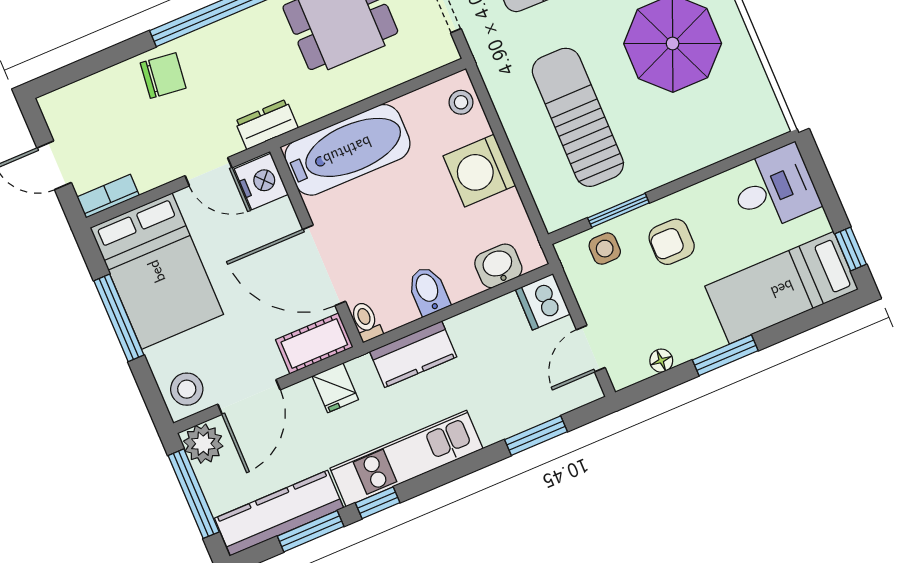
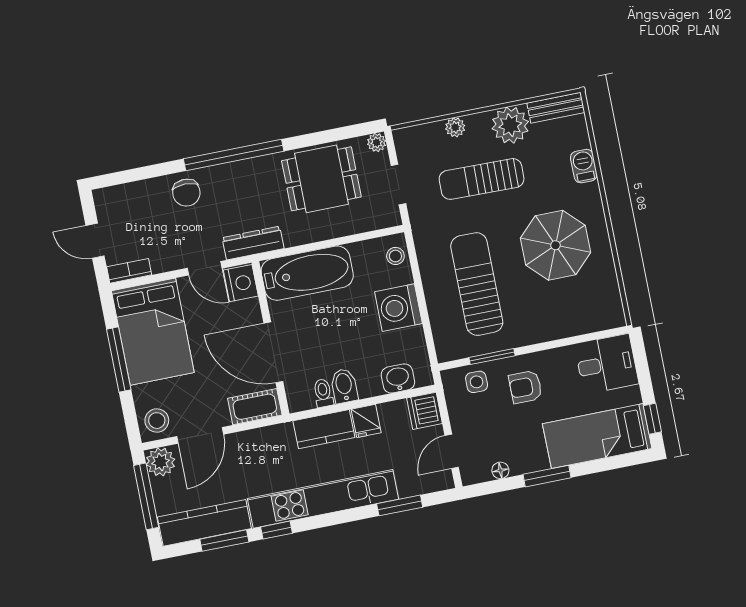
chair: (163, 76) -> (186, 193), turned 83
dresser: (267, 124) -> (253, 243), width x1.44
toilet: (366, 321) -> (323, 393), moved
fridge: (335, 388) -> (366, 421), moved
kitchen unit: (406, 458) -> (323, 499), width x1.36

